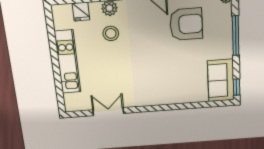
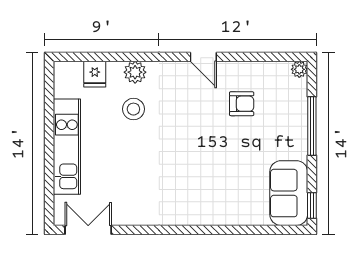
armchair: (186, 24) -> (242, 104), width x0.53, depth x0.53
double door: (108, 112) -> (88, 230), moved

